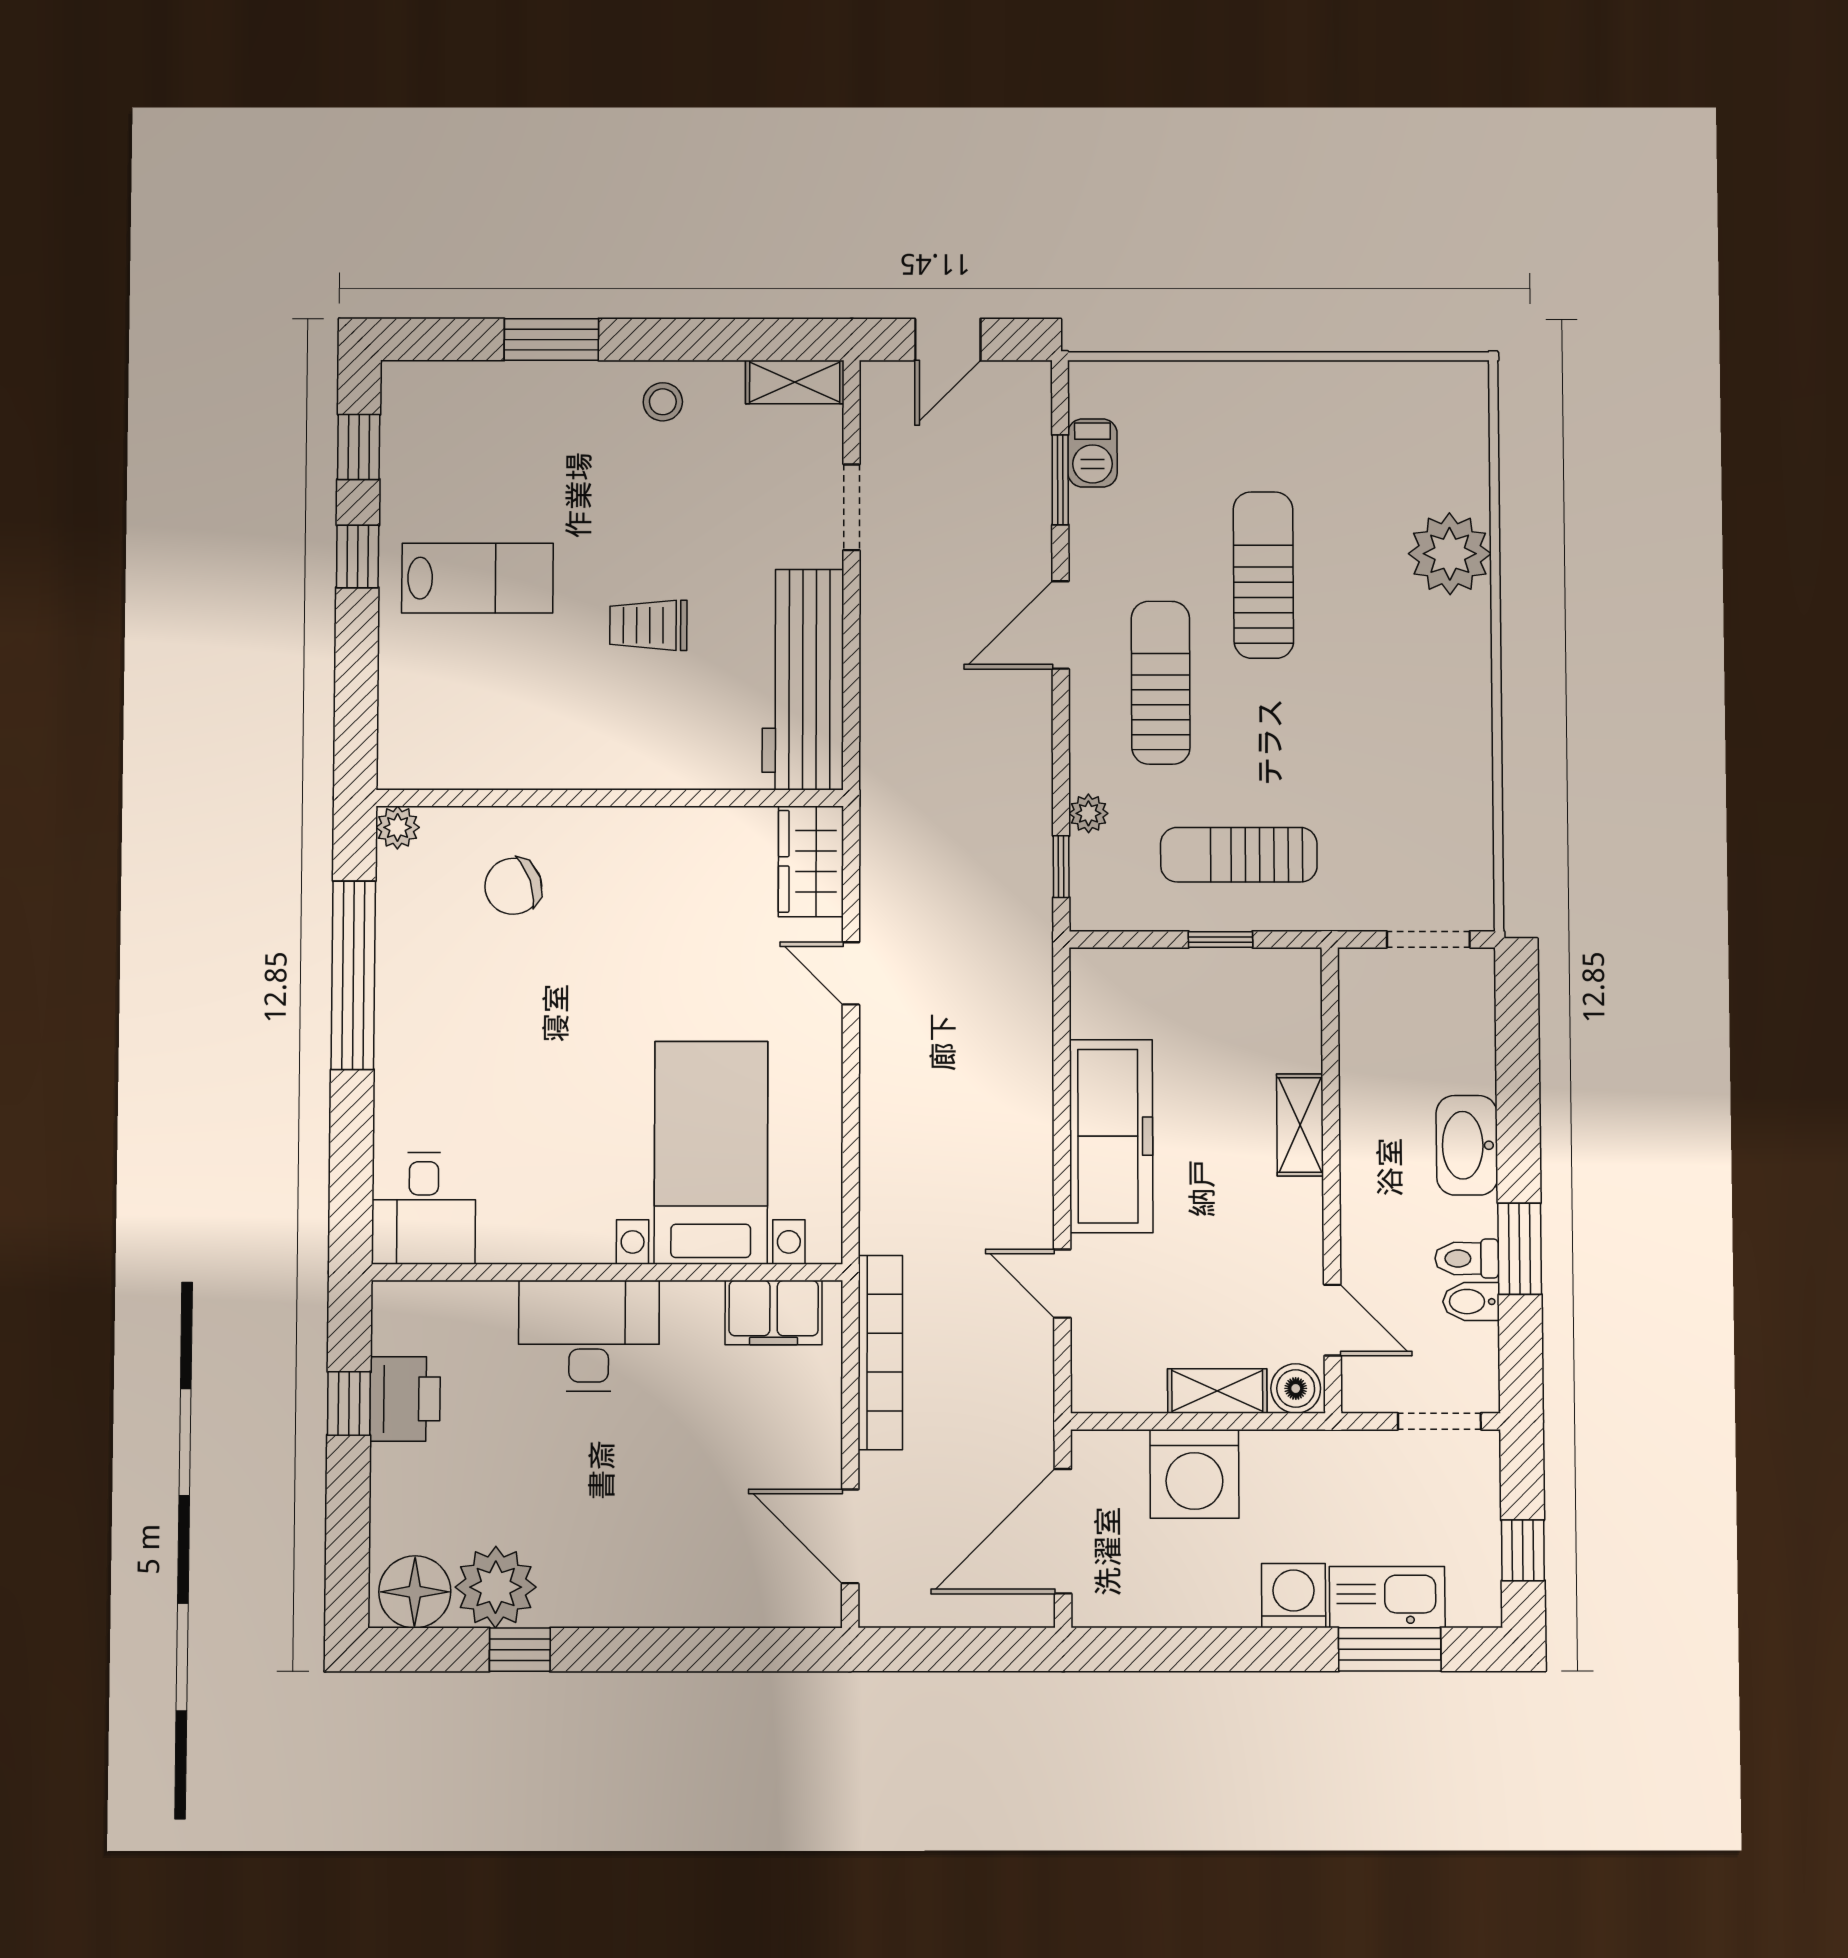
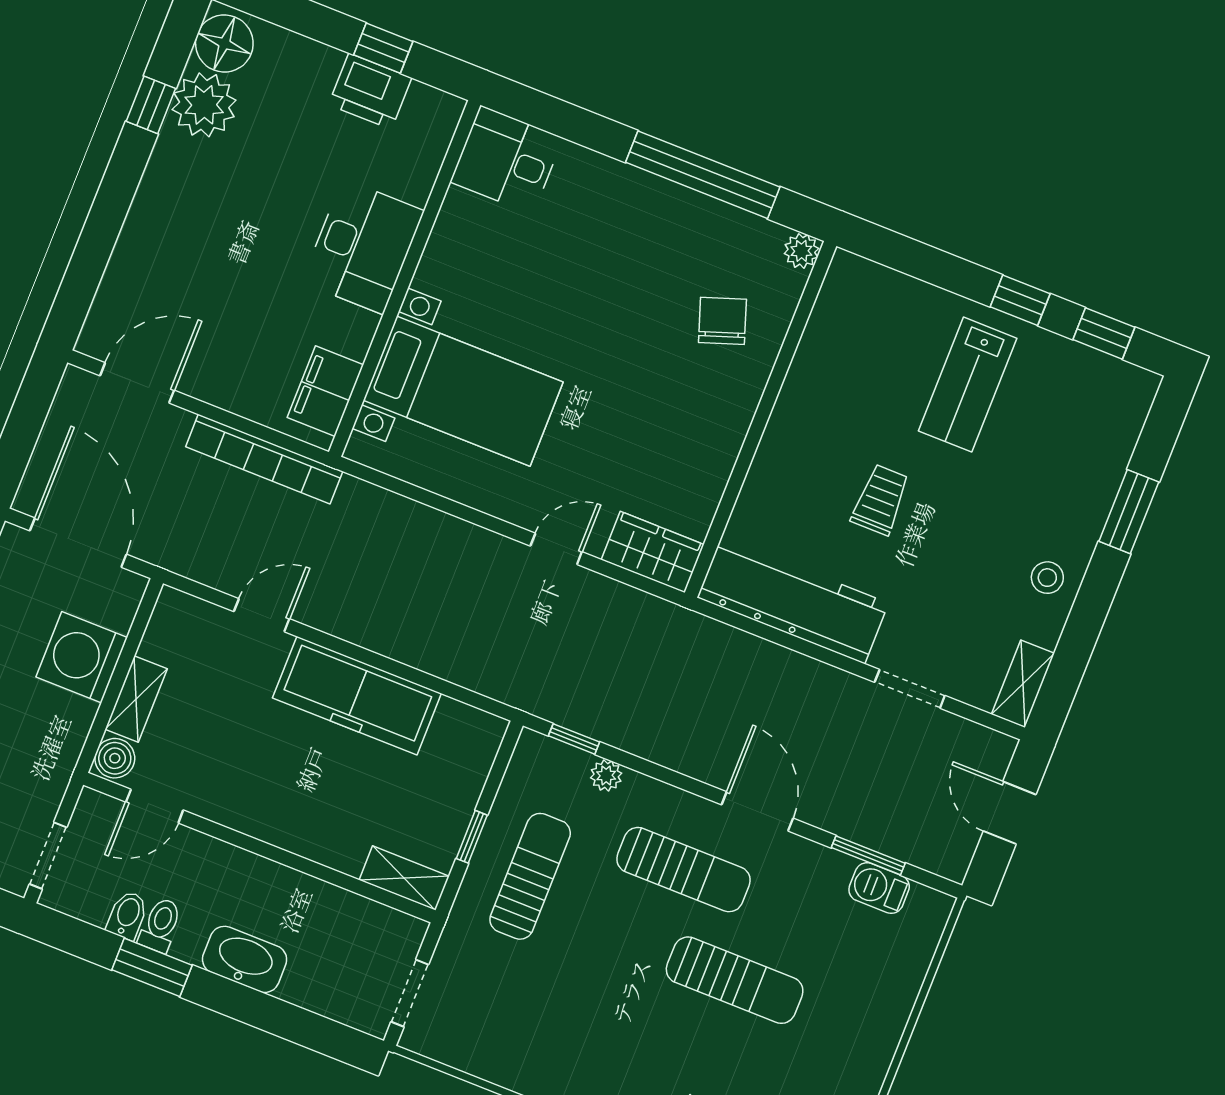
shelving: (1300, 1125) -> (404, 878), moved

